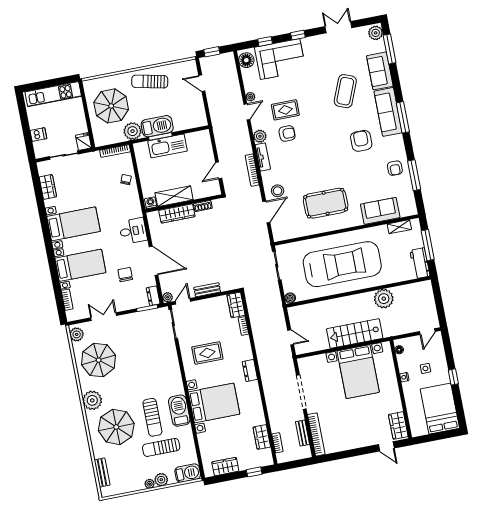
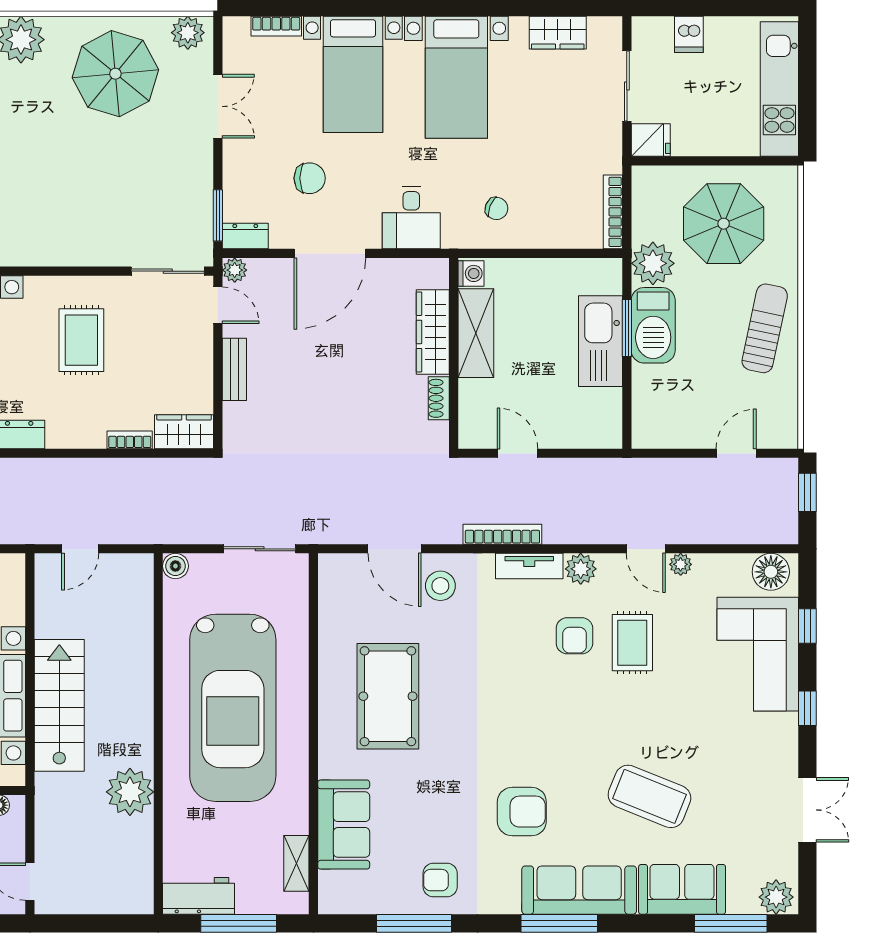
chair: (126, 180) -> (497, 208), moved

